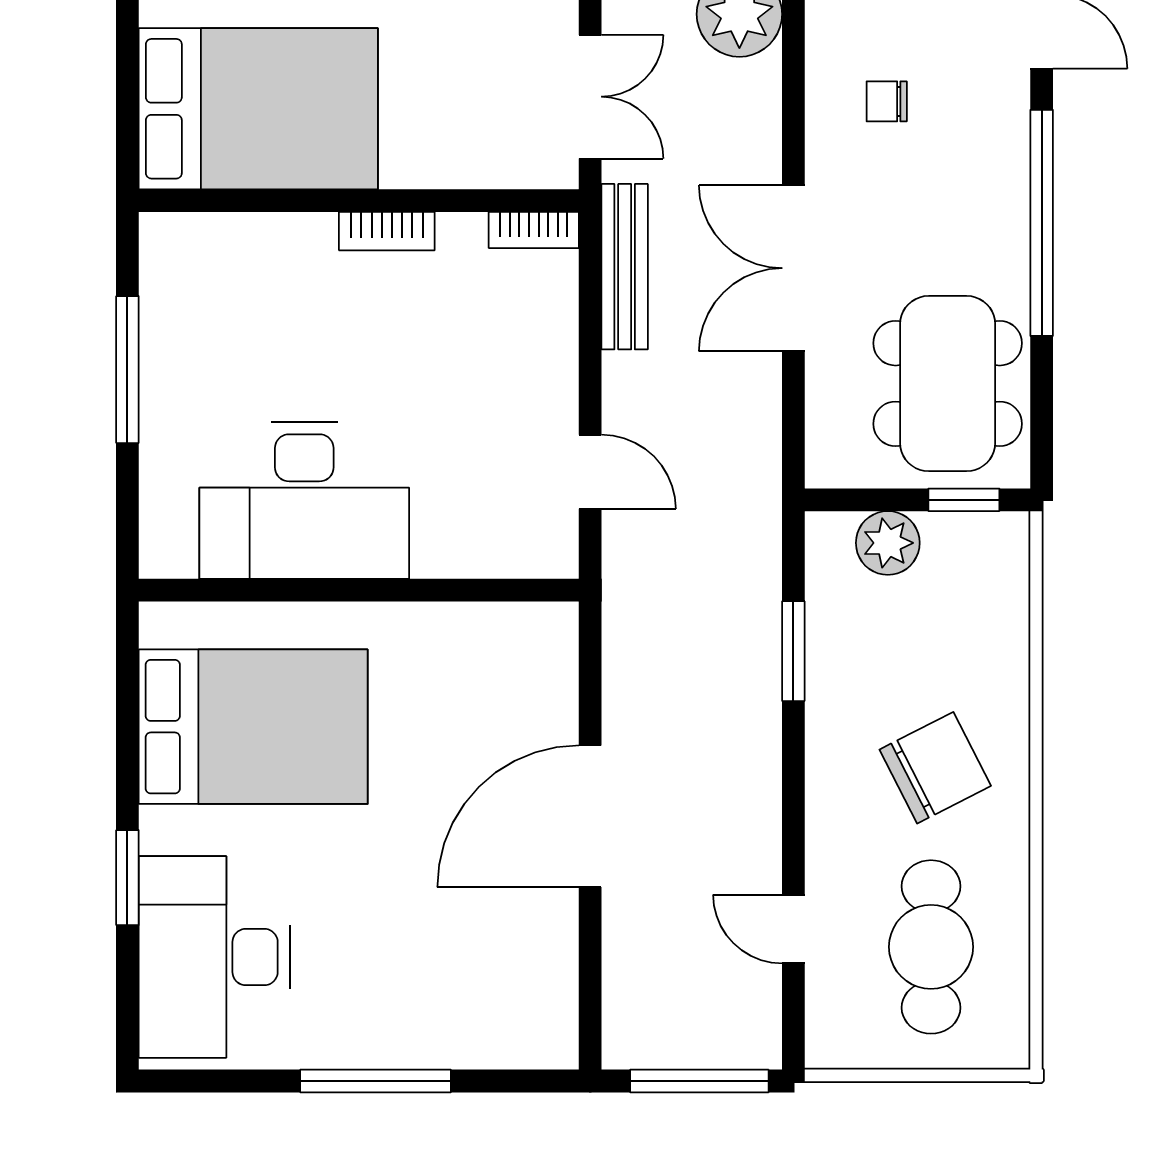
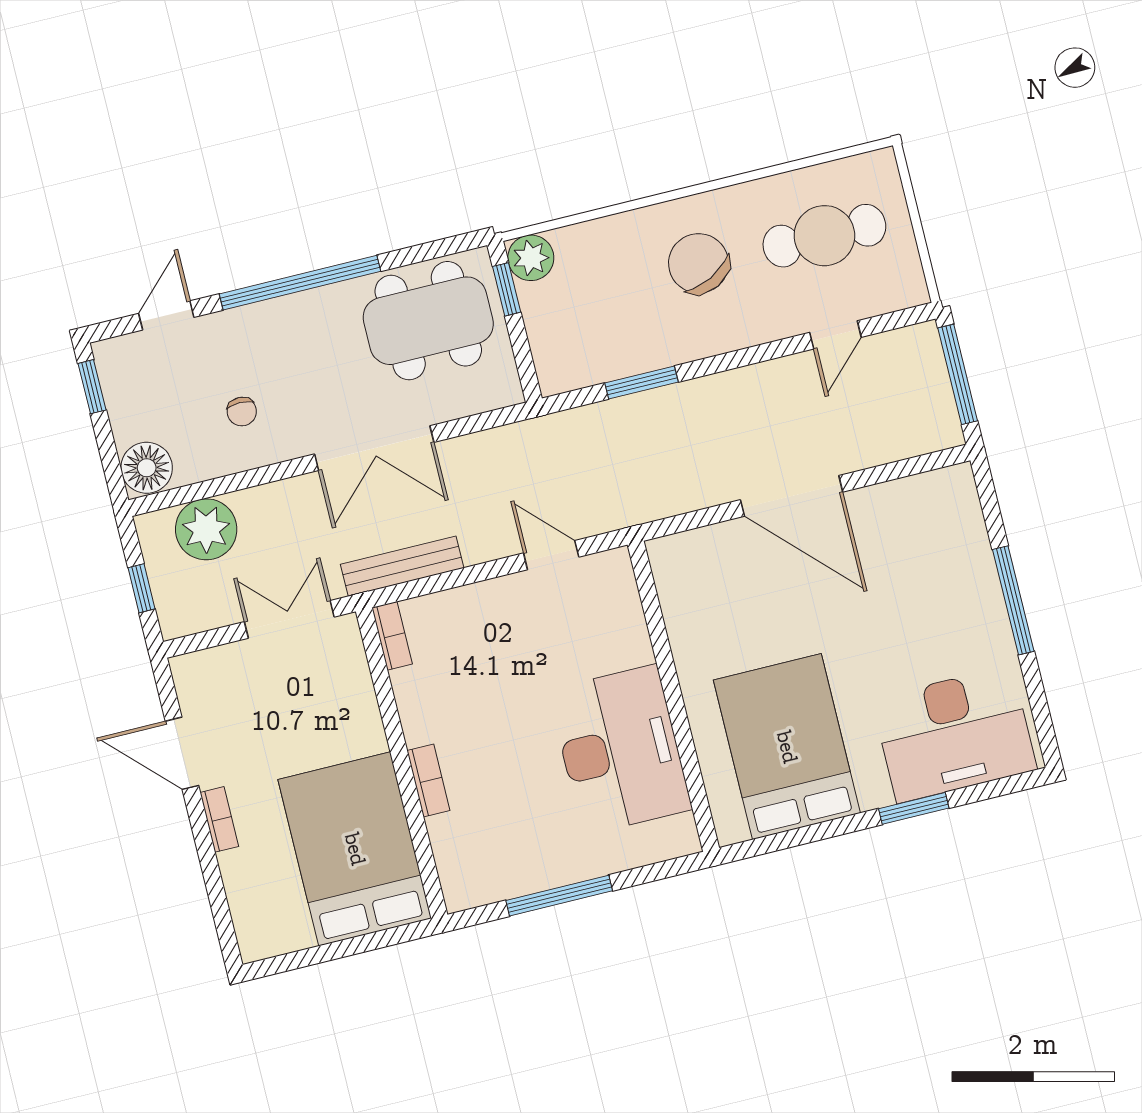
bookcase: (387, 231) -> (428, 780), moved
door: (590, 472) -> (551, 555), hinge flipped
plant: (888, 543) -> (531, 258), moved

